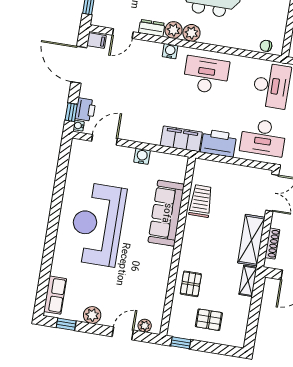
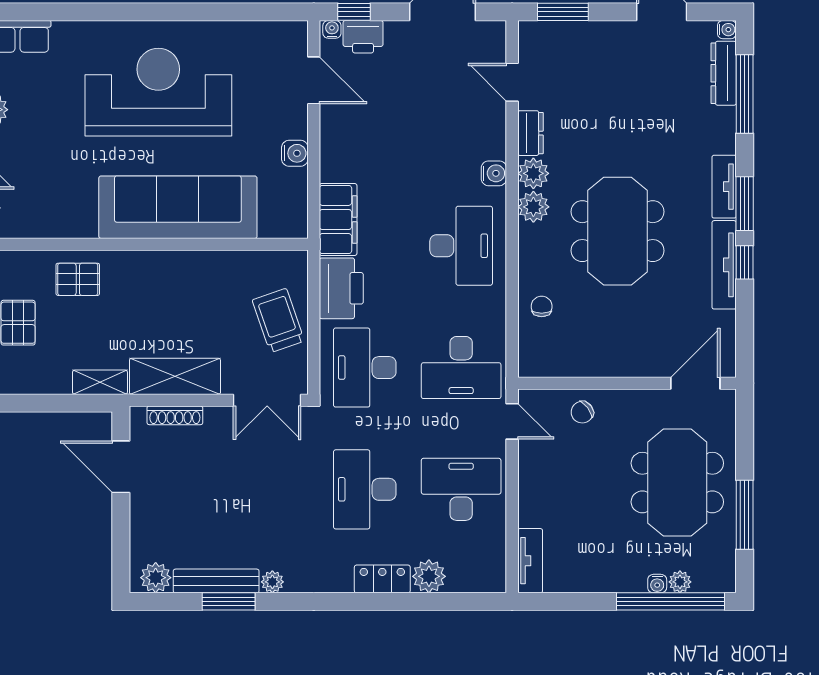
filing cabinet: (96, 41) -> (491, 37), removed
chair: (266, 46) -> (542, 306), moved
trolley: (201, 201) -> (278, 320), moved, turned -109
sofa: (166, 213) -> (178, 207), width x1.36, depth x1.27

